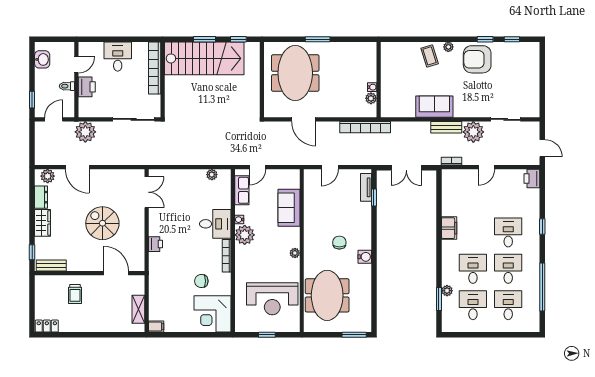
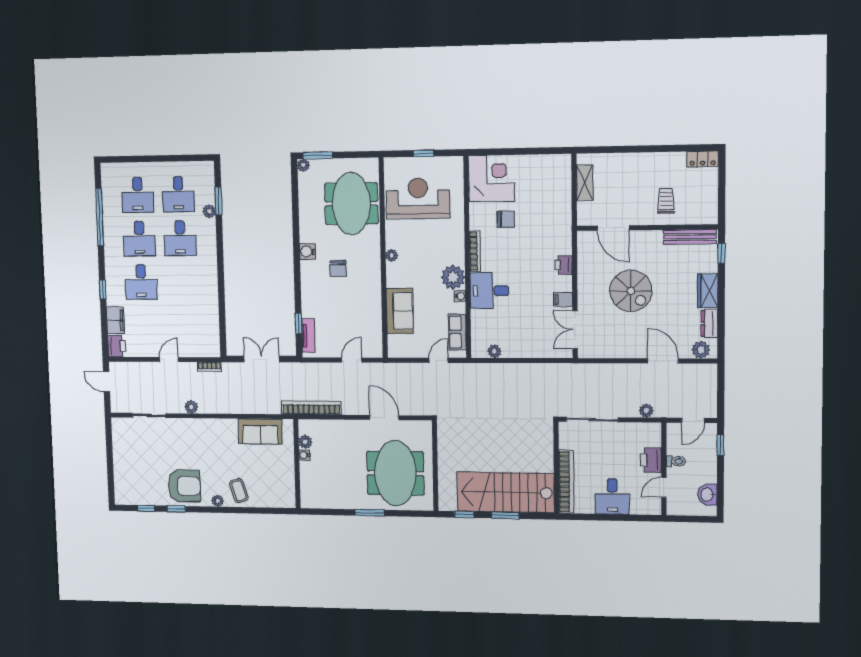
sofa: (434, 107) -> (260, 432), moved
bench: (446, 127) -> (217, 407), removed
plant: (85, 132) -> (646, 411), width x0.53, depth x0.53
plant: (473, 132) -> (191, 407), width x0.53, depth x0.53
filing cabinet: (449, 228) -> (116, 320), moved, turned 180
bench: (51, 265) -> (690, 237), width x1.36
filing cabinet: (156, 327) -> (563, 299), moved
plant: (366, 327) -> (303, 165), added

